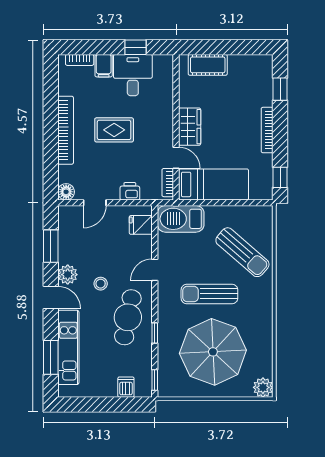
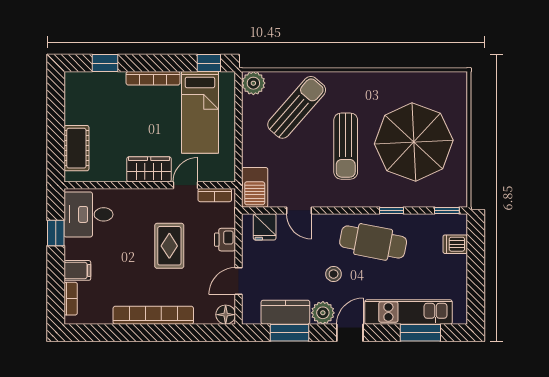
desk: (133, 75) -> (88, 214), moved
rug: (114, 130) -> (169, 246), moved
bed: (214, 184) -> (200, 112), moved, turned 180
door: (95, 203) -> (239, 281), swing flipped
barbecue: (181, 219) -> (255, 187), width x0.73, depth x0.83
kitchen counter: (68, 243) -> (285, 312), added
door: (155, 270) -> (299, 210), moved
plant: (263, 387) -> (253, 83), moved

